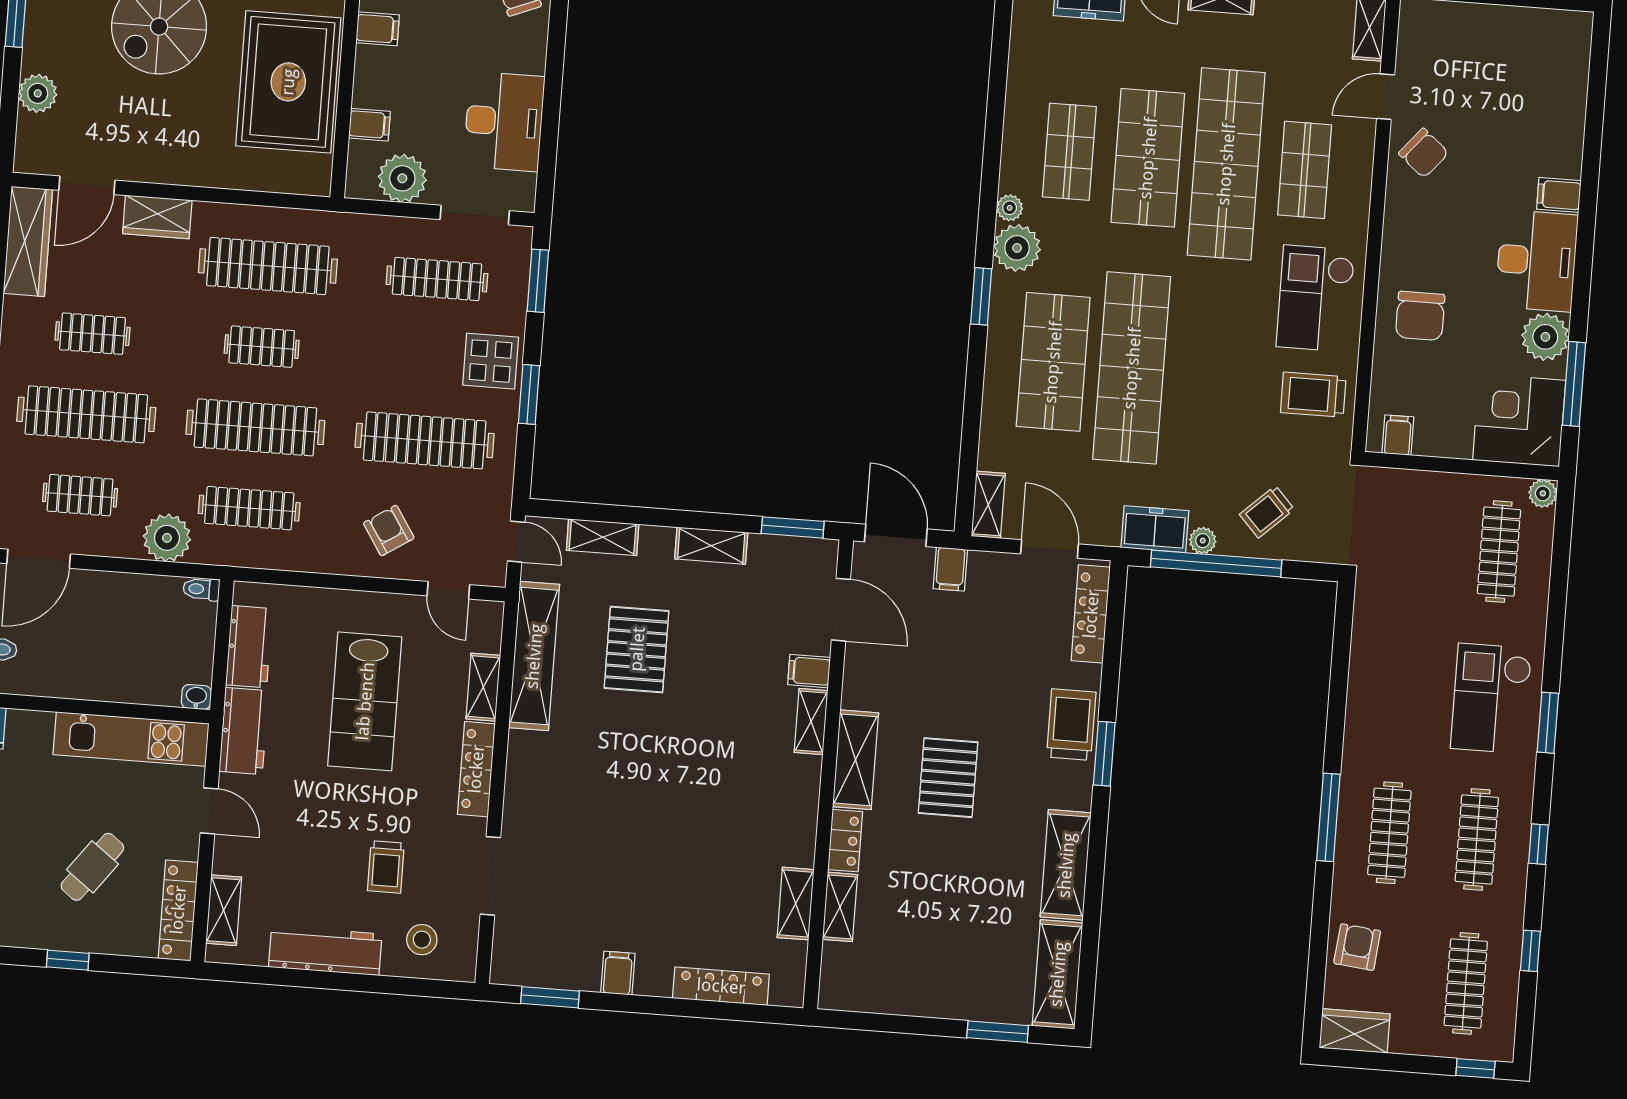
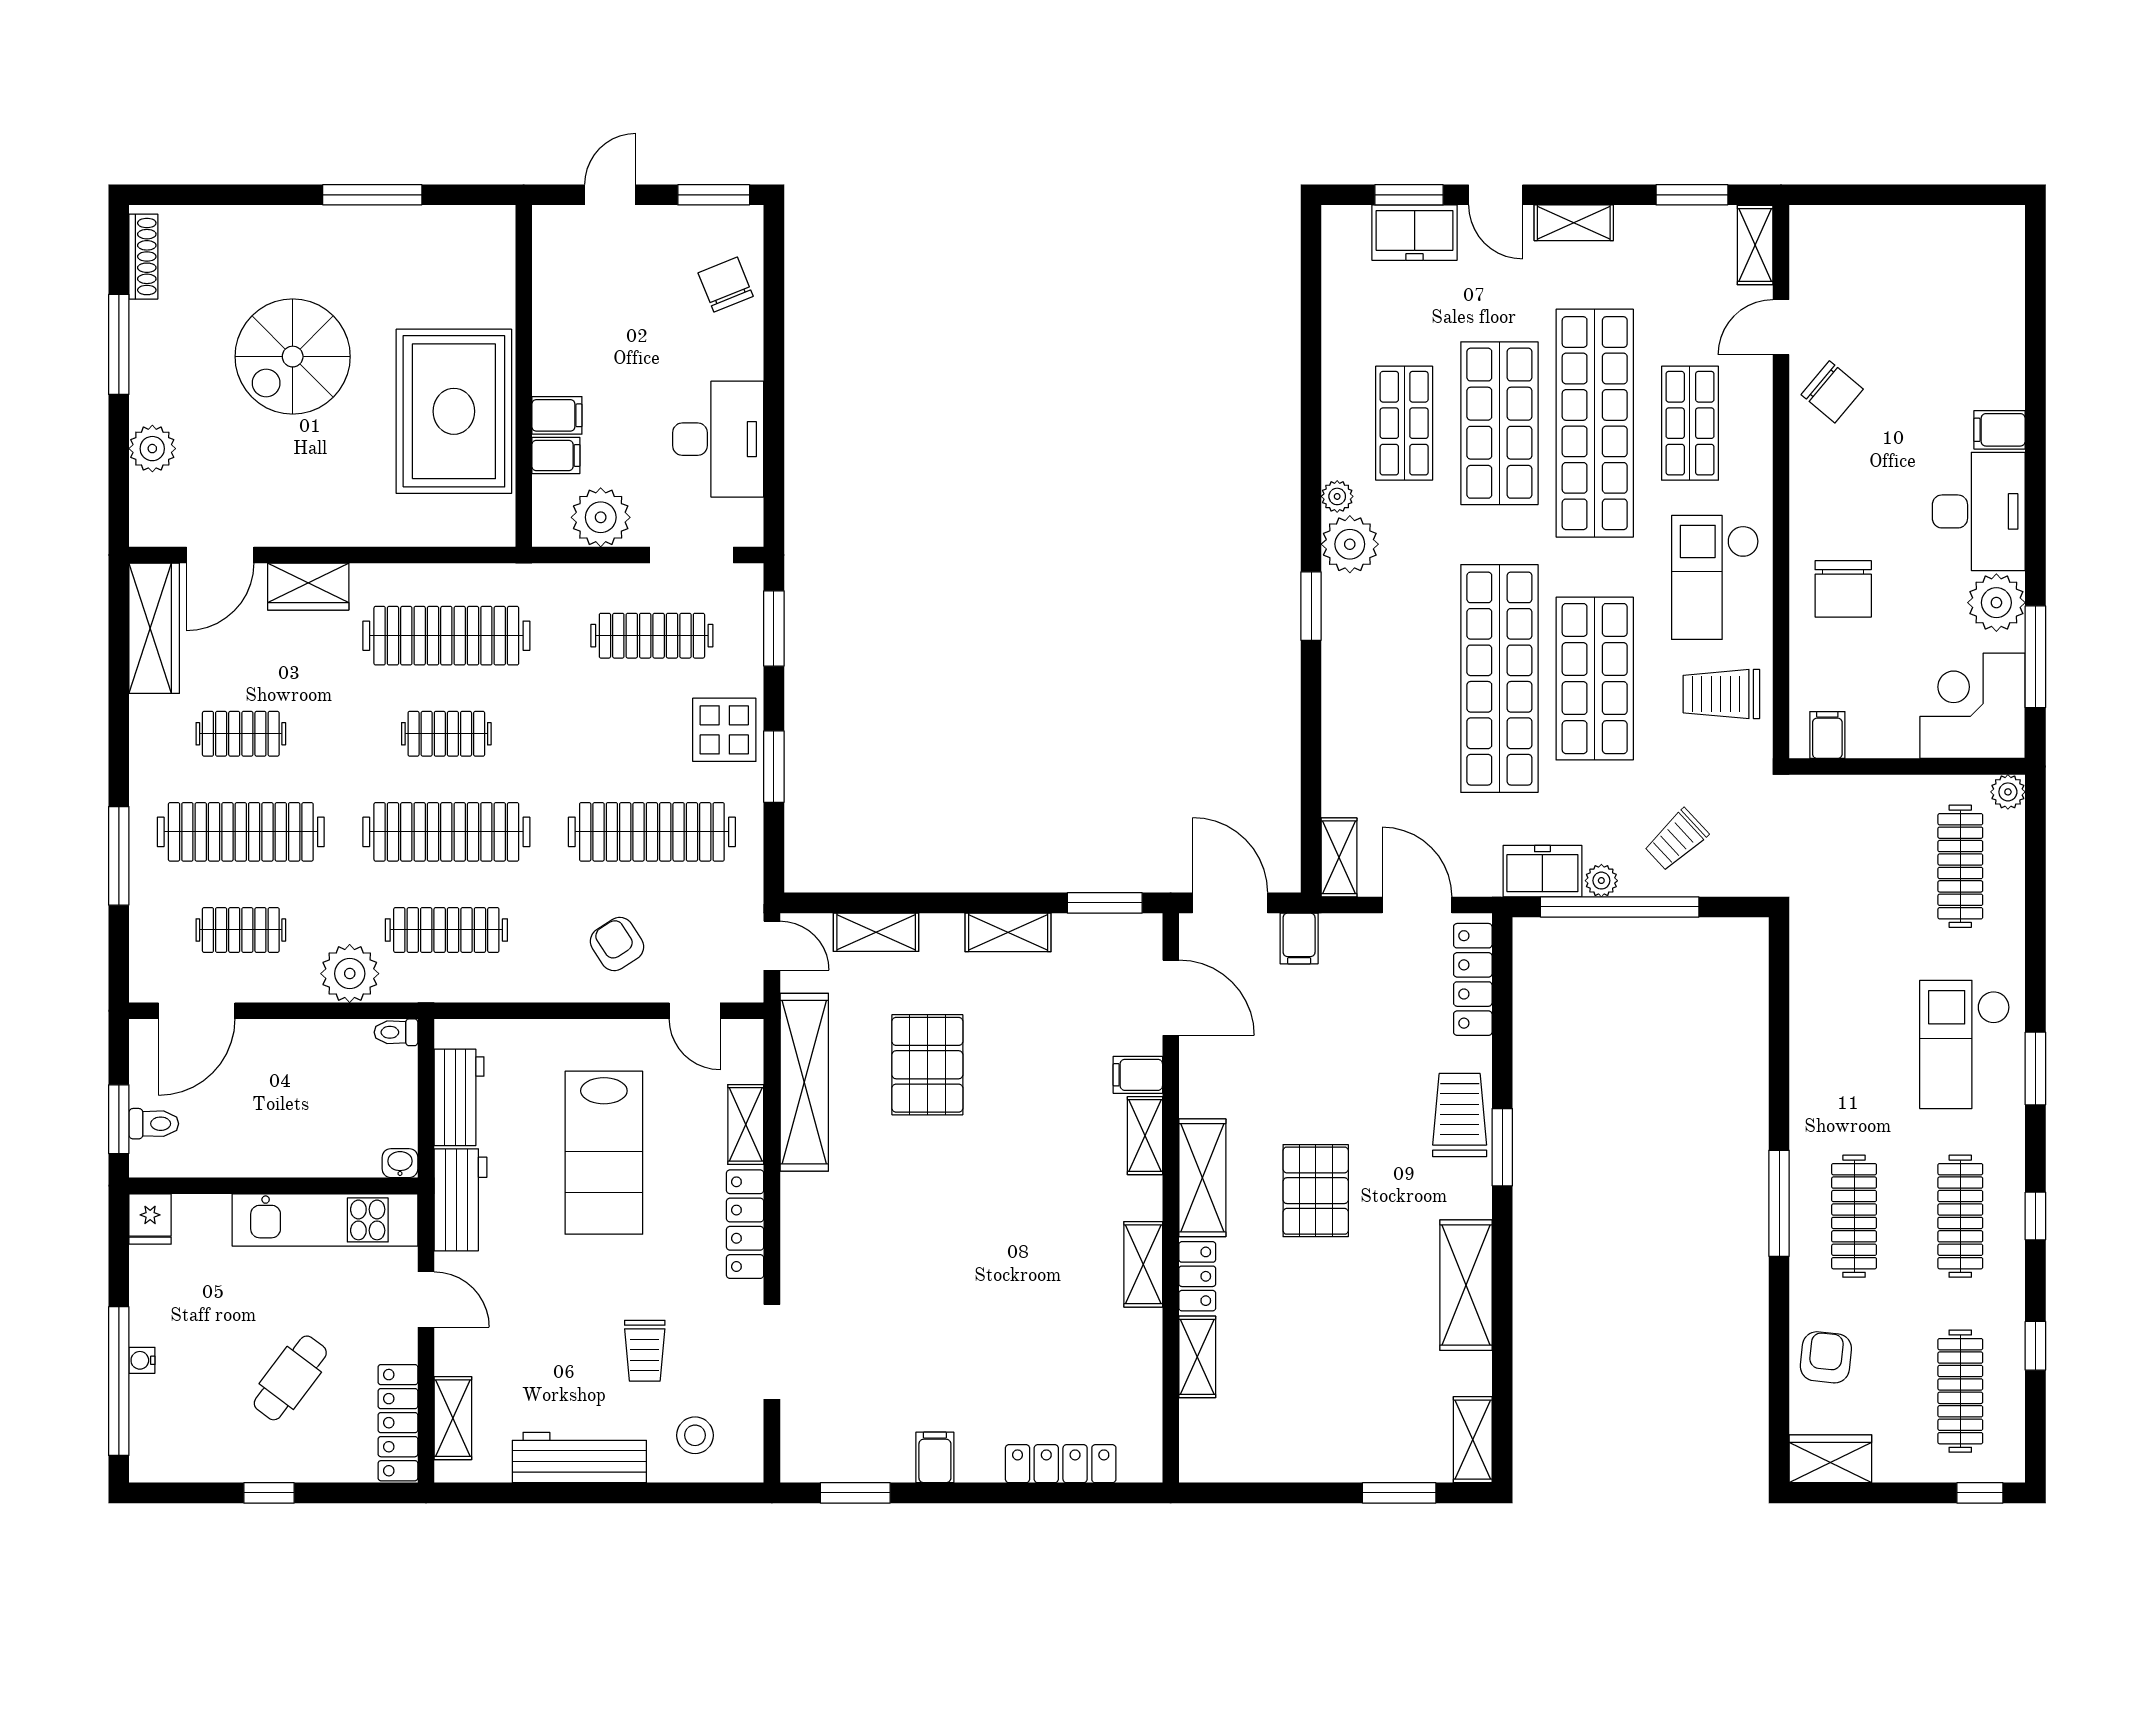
filing cabinet: (378, 29) -> (557, 415), moved
shop shelf: (1053, 362) -> (1595, 679), moved
shelving: (796, 904) -> (1143, 1264), moved
shelving: (1058, 974) -> (1473, 1440), width x0.67, depth x0.75

